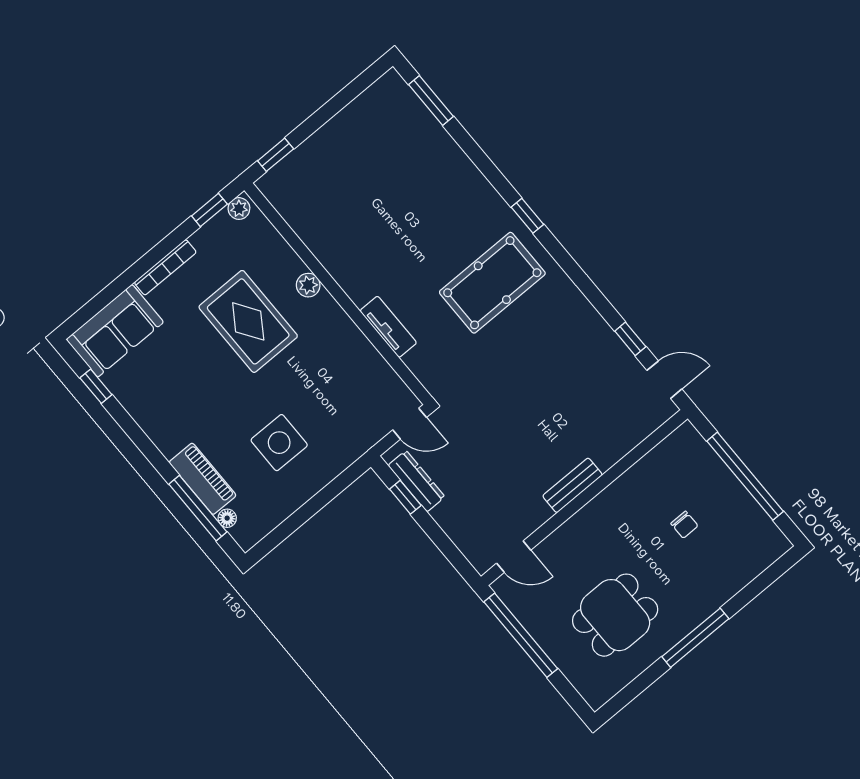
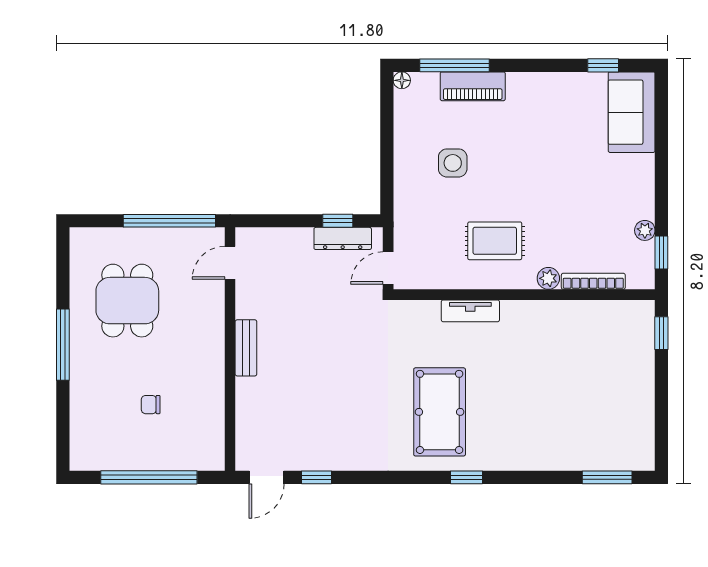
plant: (239, 209) -> (645, 230), moved
bookcase: (165, 267) -> (593, 281), moved, turned 90
rug: (248, 321) -> (495, 241), moved, width x0.73, depth x0.70
side table: (279, 443) -> (453, 163), width x0.73, depth x0.73
floor lamp: (227, 518) -> (402, 80), moved

